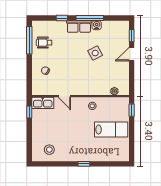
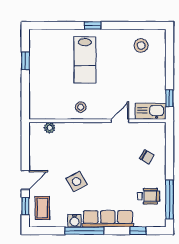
window: (62, 18) -> (138, 231), moved
row of seats: (79, 27) -> (108, 219), width x1.48
coffee table: (119, 34) -> (42, 208), added
door: (64, 96) -> (120, 121), hinge flipped
window: (132, 110) -> (25, 61), moved
lab bench: (111, 130) -> (85, 60), moved, turned -90

